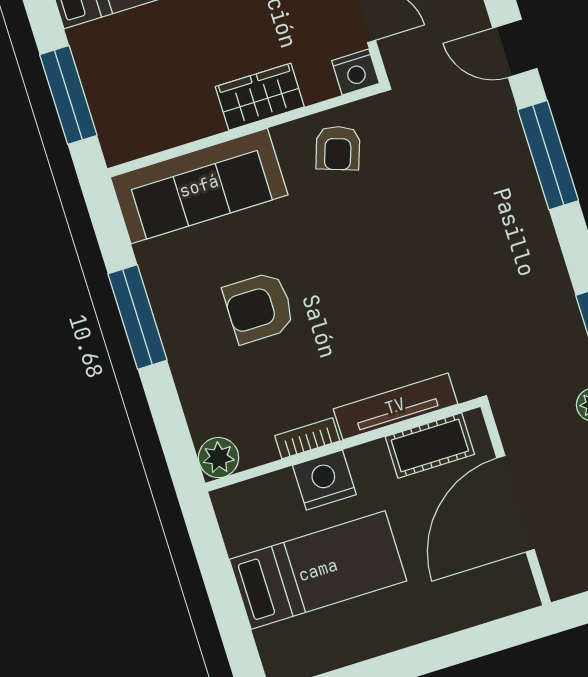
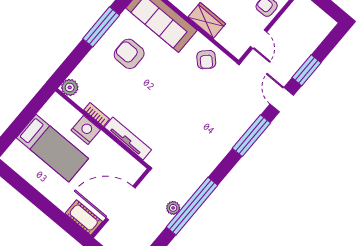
nightstand: (356, 72) -> (237, 49), removed
armchair: (338, 148) -> (206, 60), turned -64
armchair: (259, 308) -> (129, 54), moved
cot: (430, 445) -> (84, 218), moved

